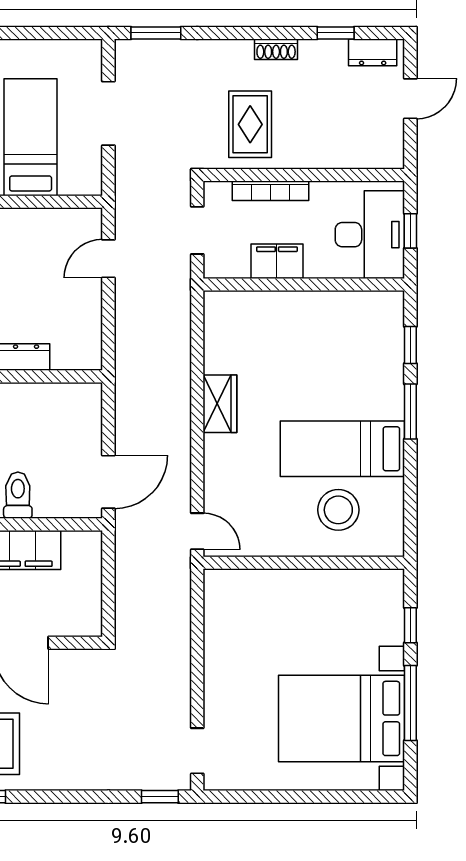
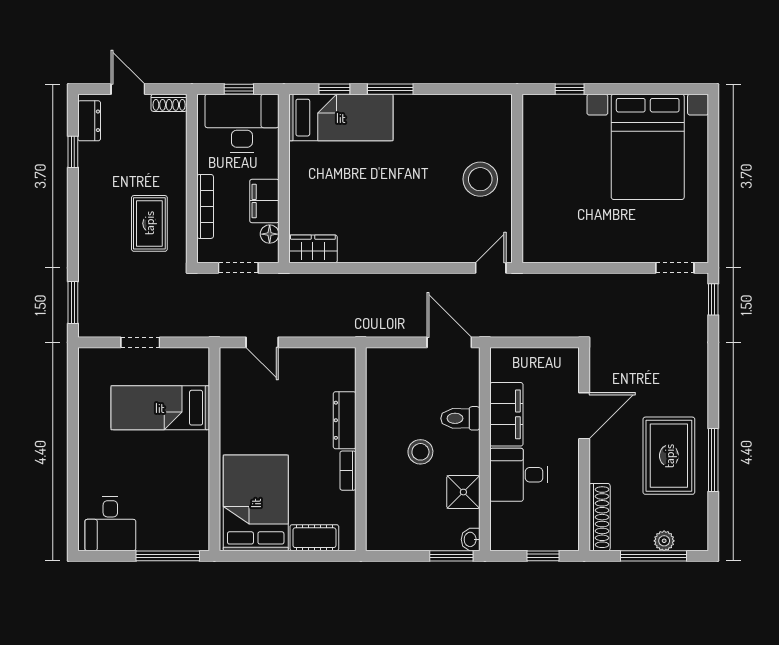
shoe rack: (276, 49) -> (169, 103), moved, turned 90
doorway: (108, 113) -> (140, 342), width x0.73
rug: (250, 124) -> (149, 223), turned 90
floor lamp: (238, 268) -> (270, 234), added
wardrobe: (220, 404) -> (313, 249), moved
bed: (342, 449) -> (341, 118), moved, turned -90
stool: (338, 510) -> (480, 179), moved
window: (410, 703) -> (635, 89), removed

